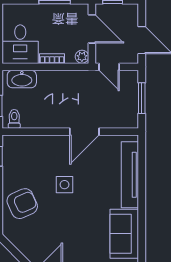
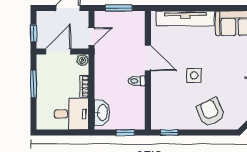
toilet: (14, 119) -> (137, 81), moved

